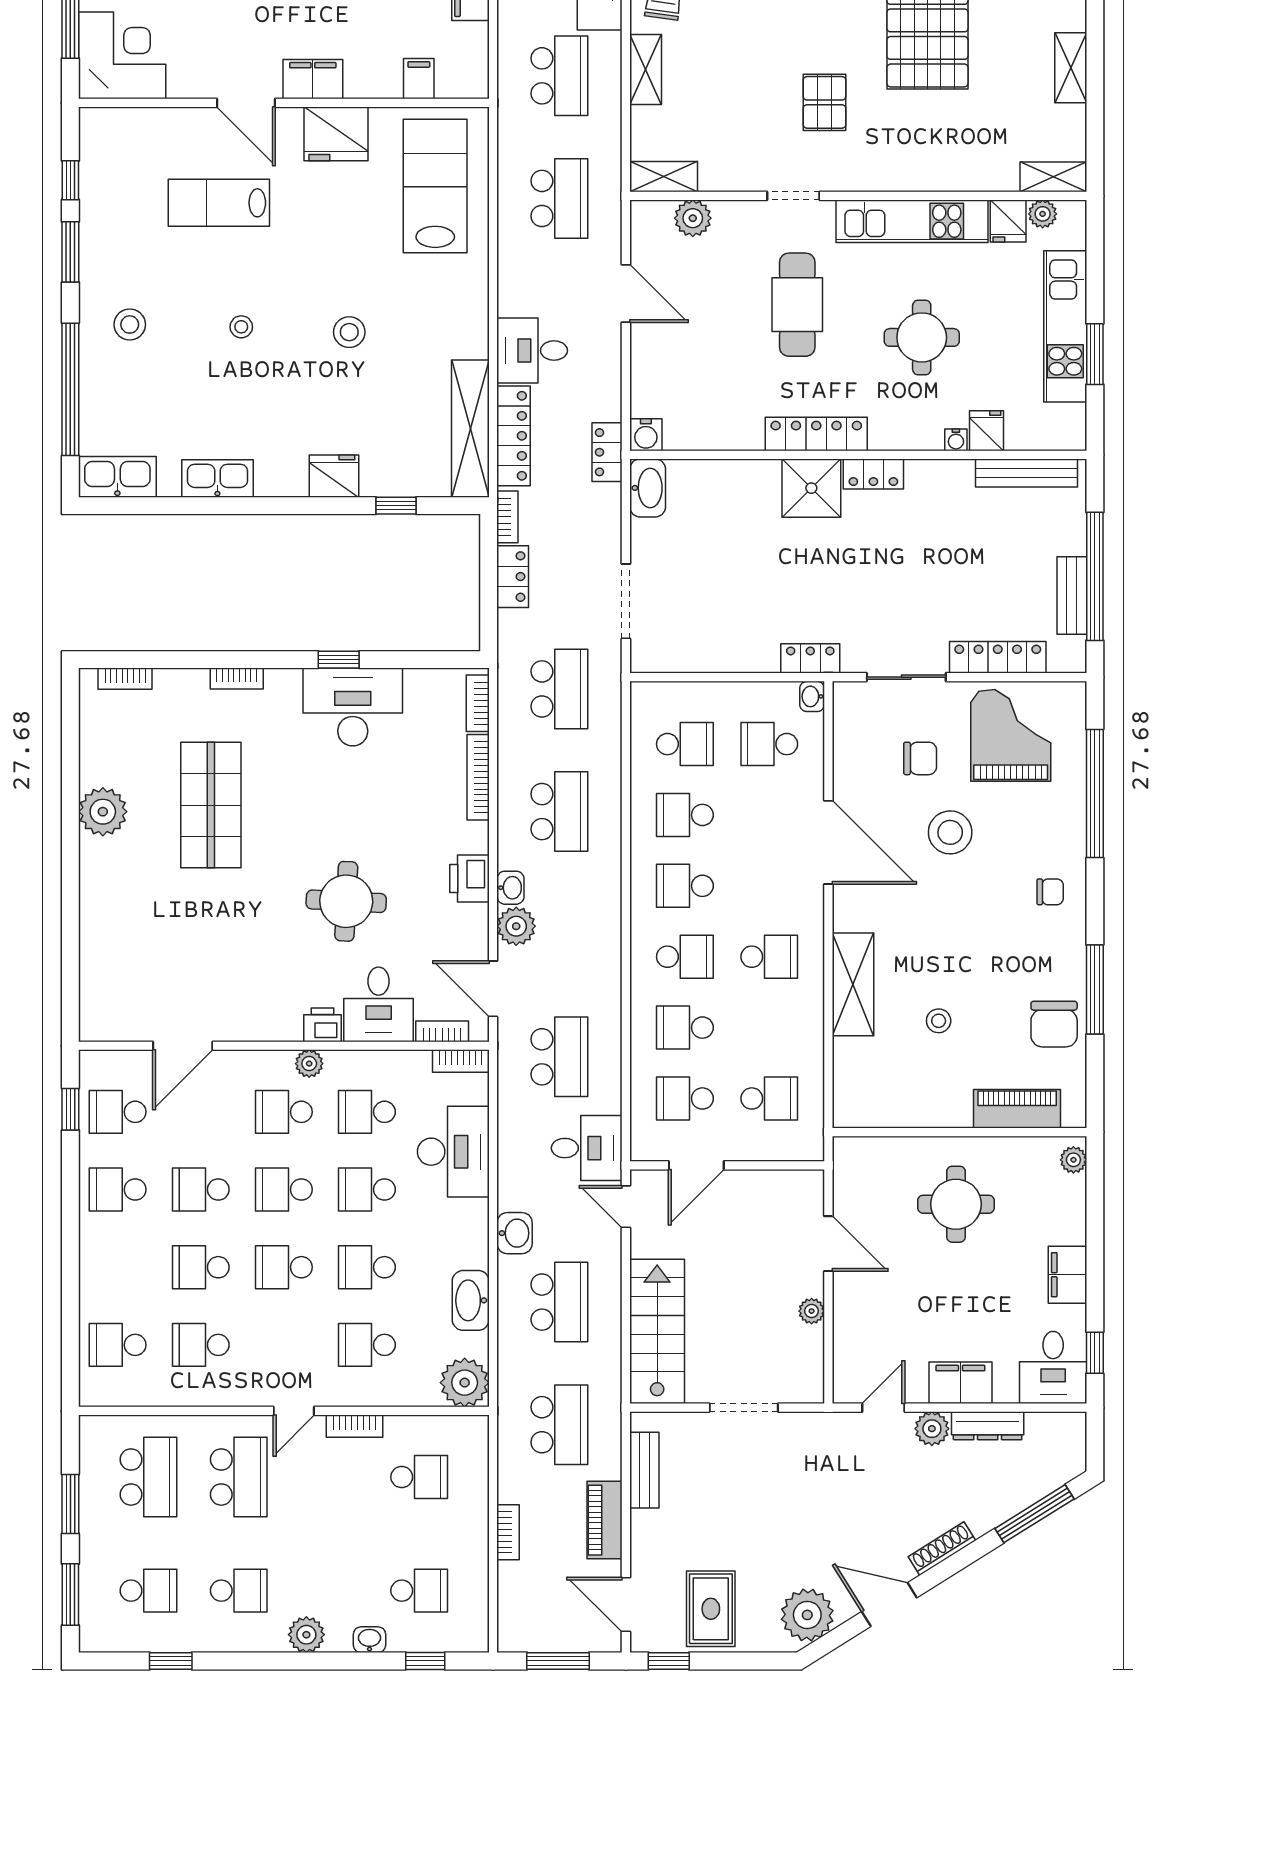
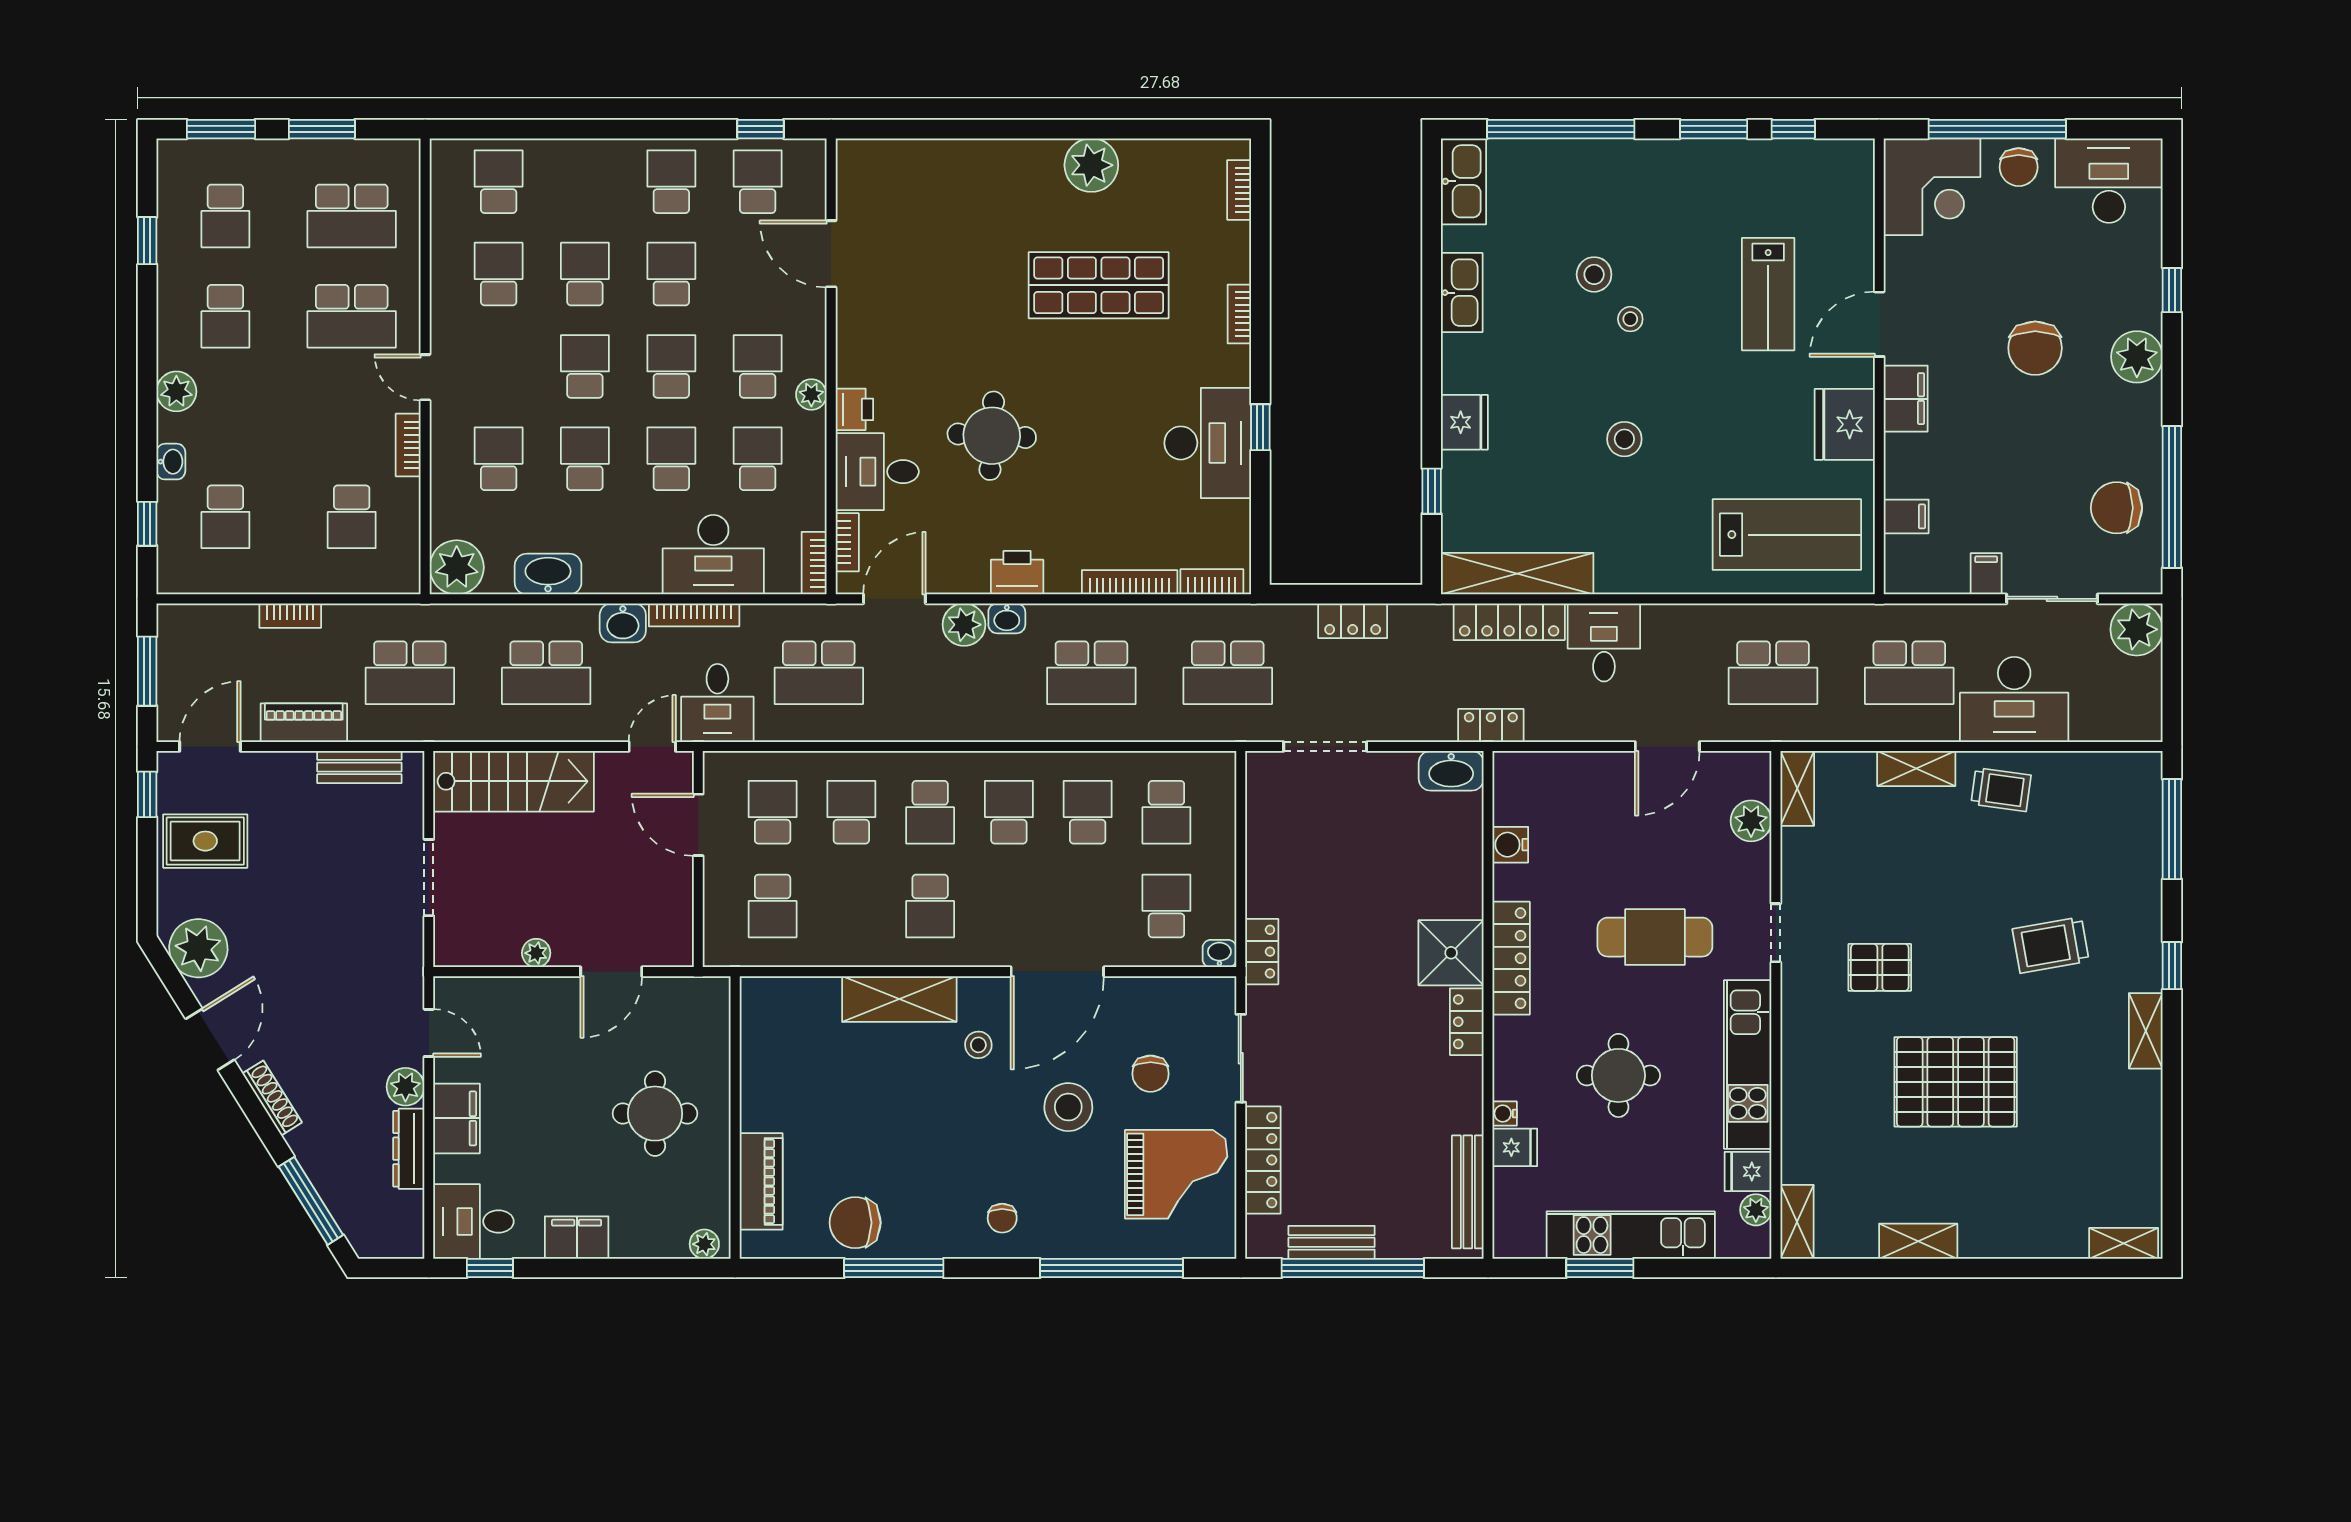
lab bench: (219, 203) -> (1768, 294), turned 180
stool: (130, 324) -> (1594, 274), moved
water cooler: (646, 435) -> (1510, 845), moved
bookcase: (507, 517) -> (694, 615), moved, width x1.56
stool: (939, 1021) -> (978, 1045), moved

